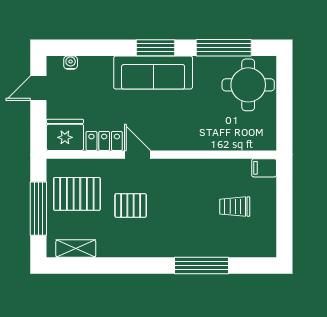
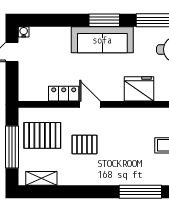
water cooler: (71, 63) -> (24, 32), moved
fridge: (65, 135) -> (139, 89), moved

